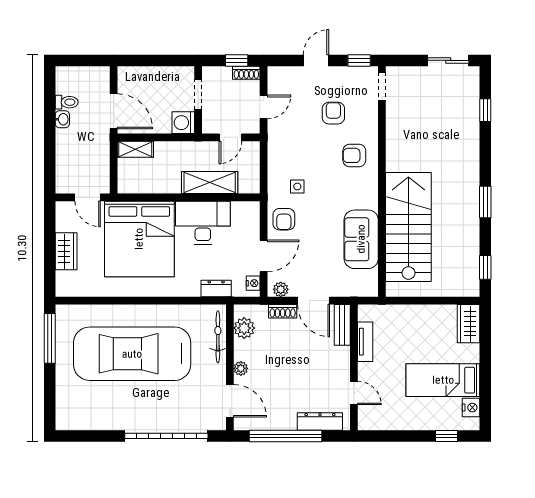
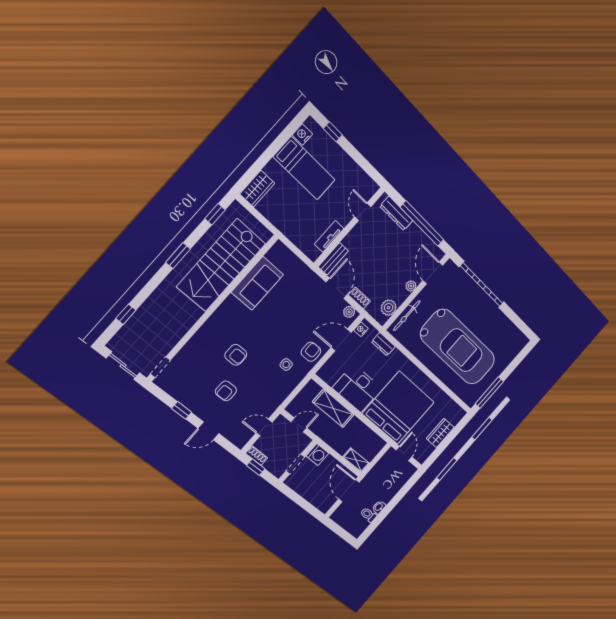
doorway: (382, 86) -> (160, 367), moved
wall: (382, 182) -> (213, 308), moved
stairs: (408, 227) -> (221, 265), moved
sofa: (361, 239) -> (257, 283), moved

